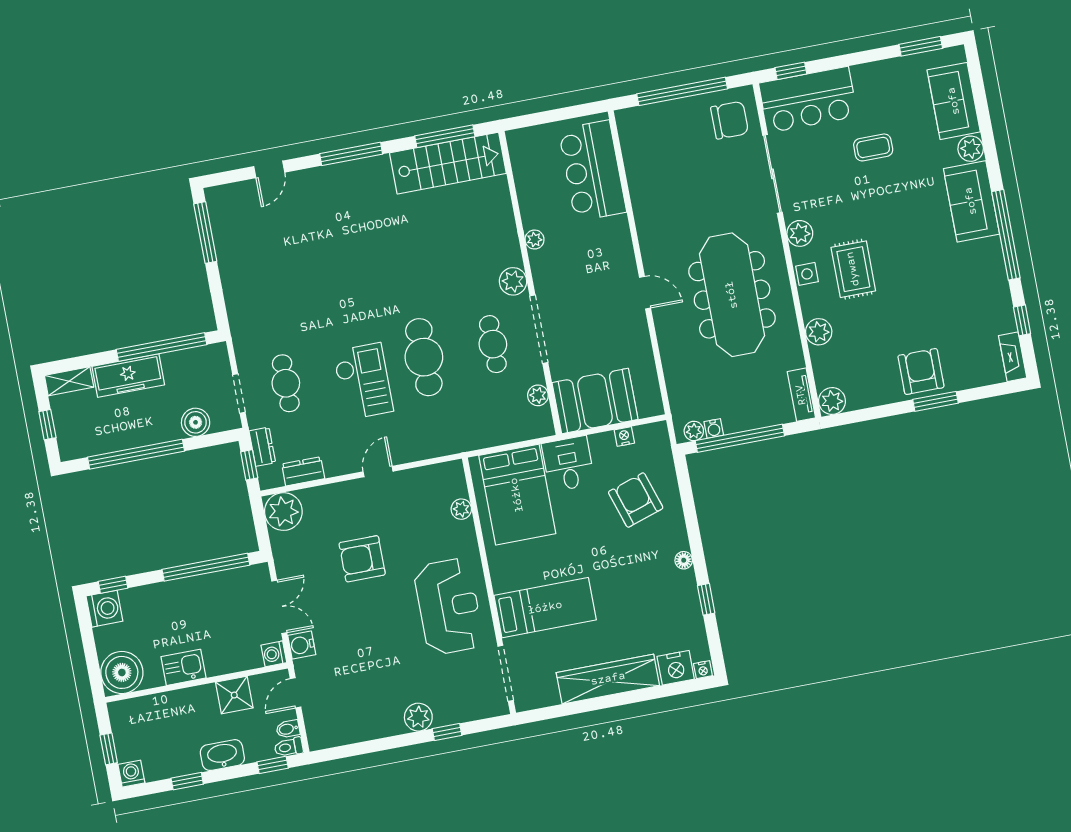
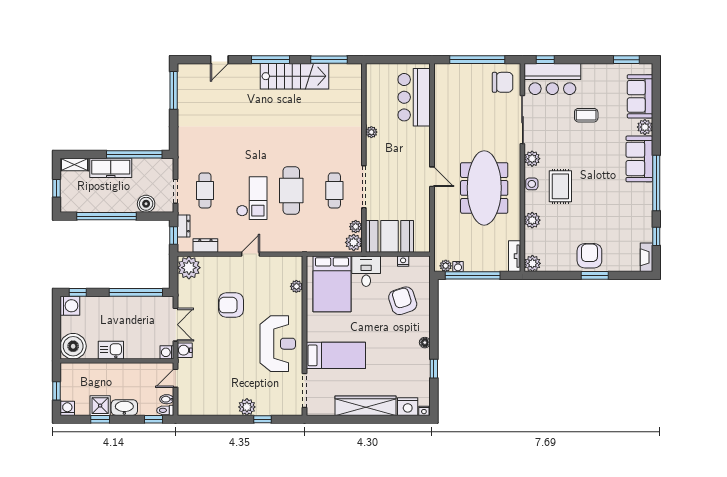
stairs: (448, 163) -> (294, 76), moved
plant: (513, 281) -> (354, 242), moved
shower: (234, 695) -> (100, 406), moved

